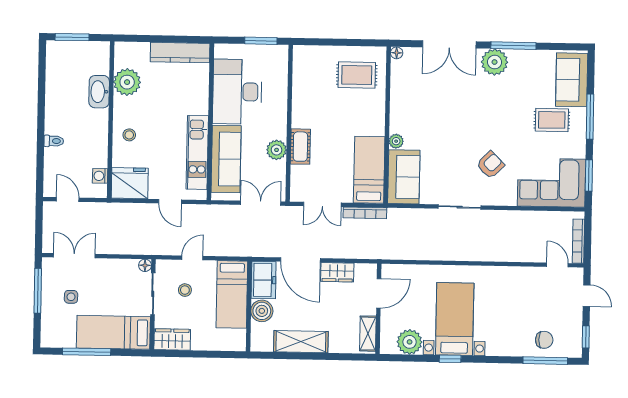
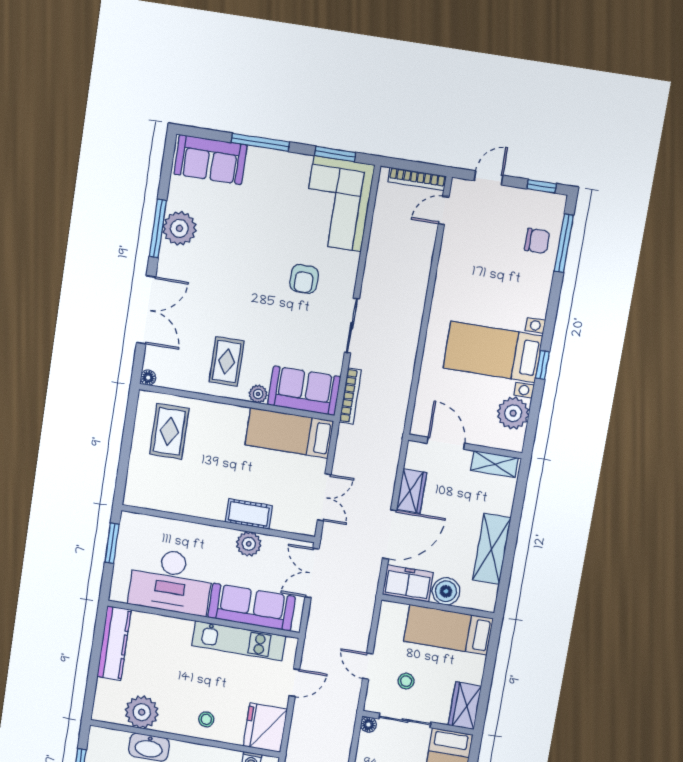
plant: (495, 62) -> (179, 228), moved
rug: (552, 120) -> (227, 361), moved
armchair: (490, 165) -> (304, 279), turned -135
bookcase: (365, 213) -> (350, 396), moved
bed: (232, 294) -> (448, 630), moved, turned 180
chair: (544, 340) -> (537, 241), turned 90

